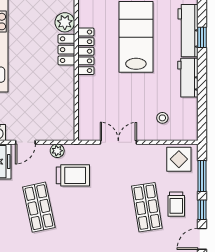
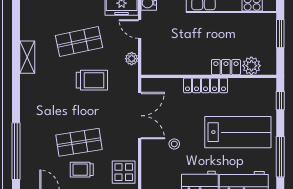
locker: (86, 51) -> (206, 85), moved
stool: (162, 118) -> (174, 144), moved
double door: (118, 142) -> (140, 116), width x1.37
trolley: (73, 175) -> (92, 80), moved, turned -90

